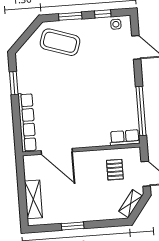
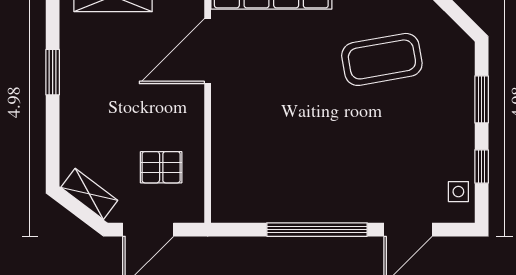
coffee table: (60, 42) -> (382, 59), moved, turned 62
window: (141, 111) -> (317, 230), moved
row of seats: (125, 138) -> (225, 193), removed

